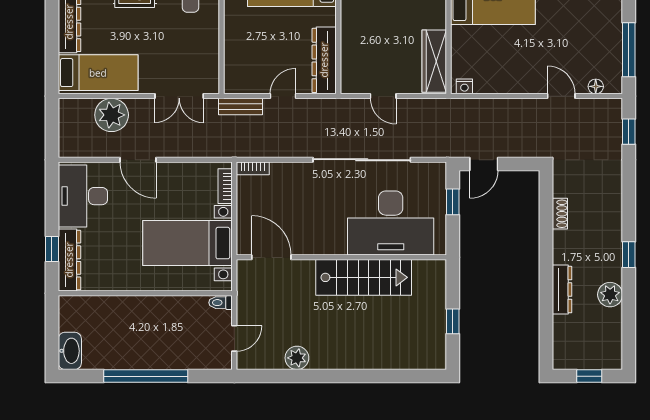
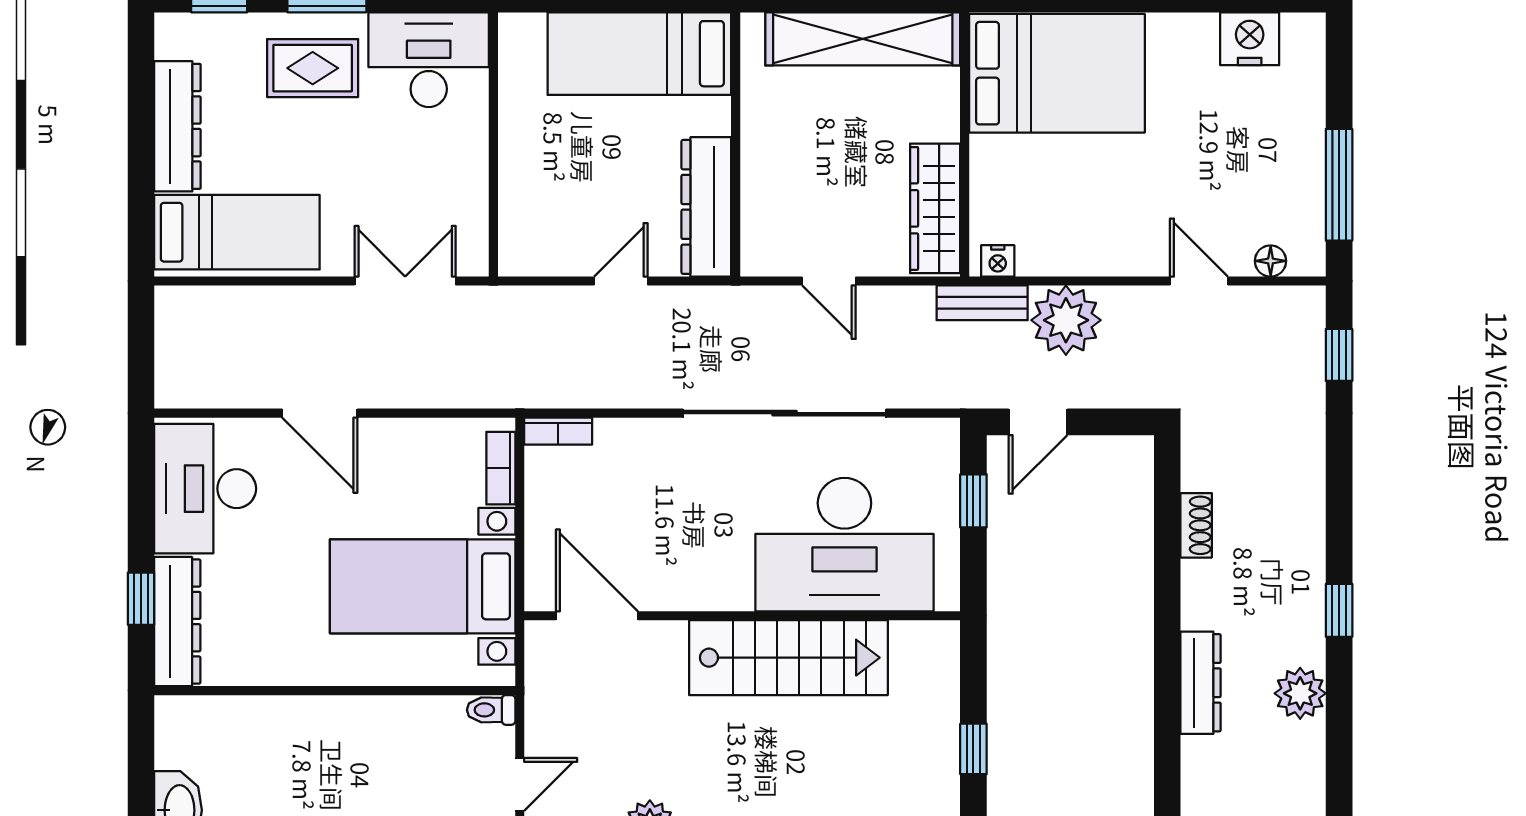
double door: (179, 96) -> (405, 281), swing flipped
bench: (241, 107) -> (982, 303), moved
plant: (112, 115) -> (1066, 320), moved

